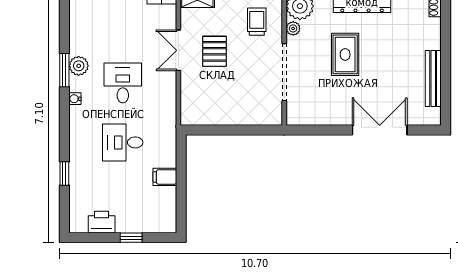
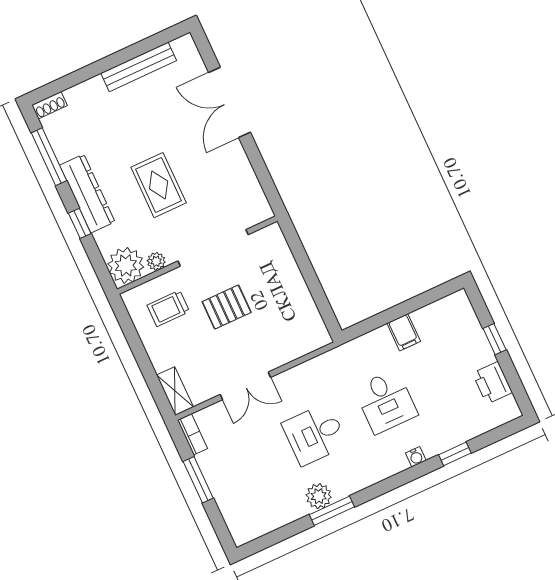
pallet: (215, 51) -> (227, 307), moved
rug: (345, 54) -> (159, 185), turned 90
water cooler: (75, 99) -> (416, 457), moved

